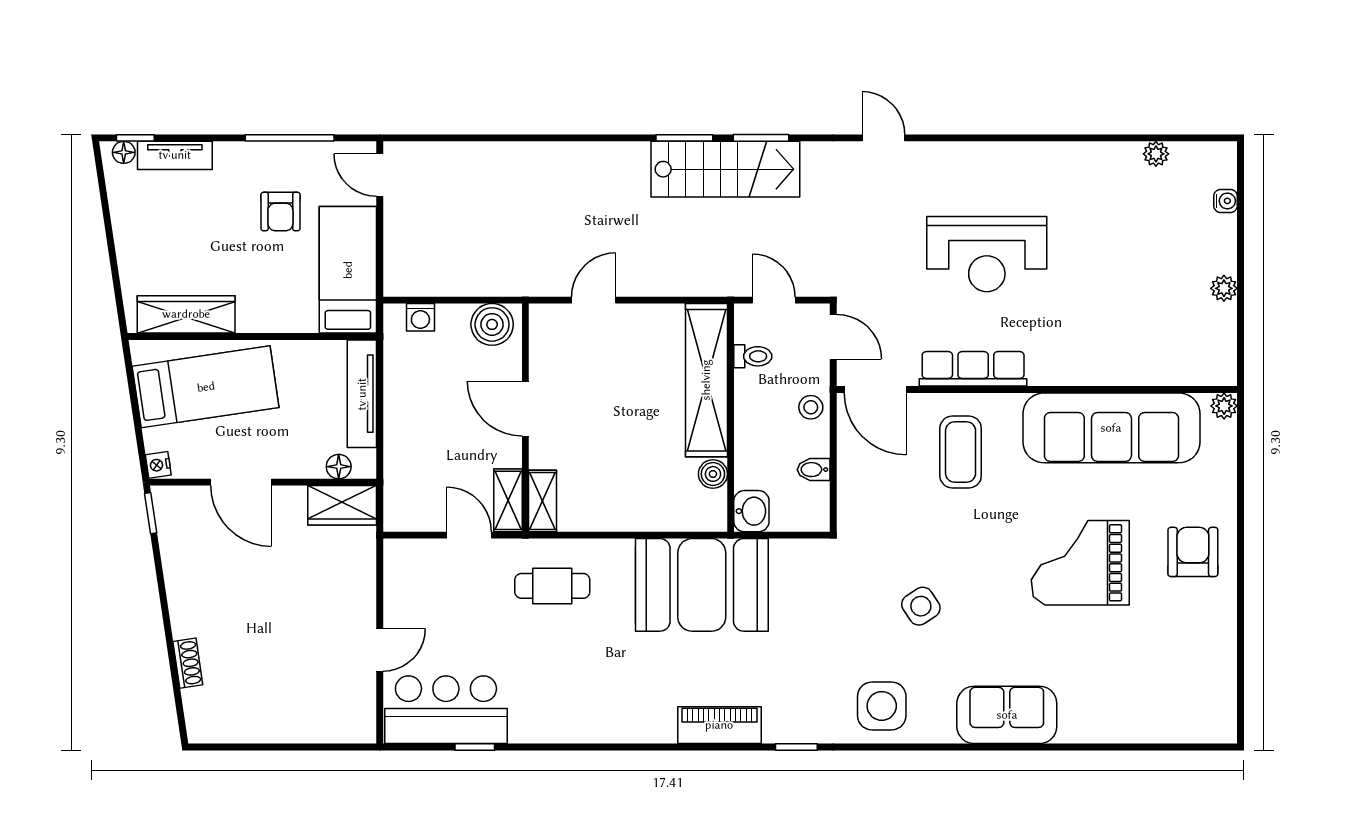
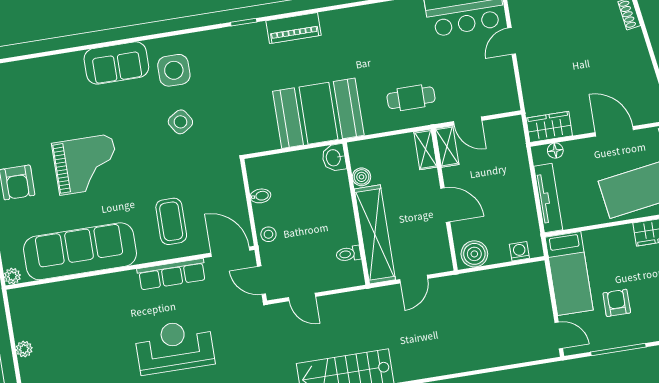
toilet: (753, 356) -> (348, 254), moved
shelving: (706, 380) -> (375, 234), moved
wall: (731, 418) -> (356, 214), moved
boiler: (713, 474) -> (362, 177), moved
washbasin: (751, 511) -> (334, 158), moved
side table: (882, 706) -> (174, 70), moved

